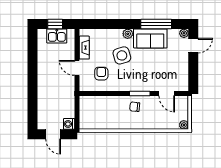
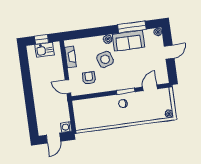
door: (193, 46) -> (169, 52), moved
door: (77, 68) -> (68, 87), moved
door: (167, 94) -> (150, 88), swing flipped
door: (53, 134) -> (53, 138), hinge flipped

